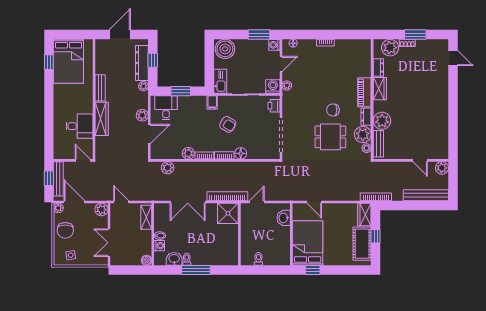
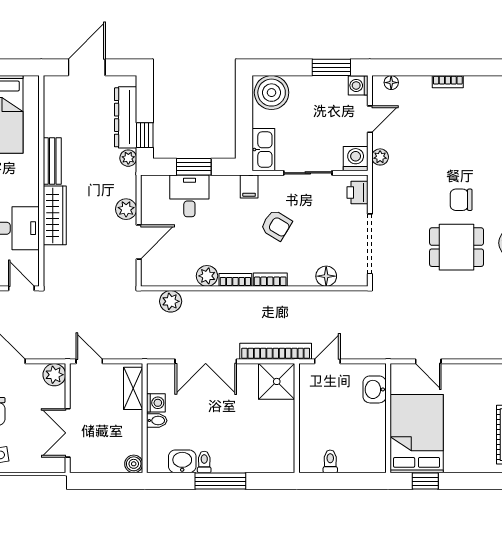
window: (153, 60) -> (145, 135), moved
desk: (166, 108) -> (189, 196), moved
floor lamp: (241, 153) -> (326, 276), moved
washing machine: (159, 246) -> (156, 403), moved

